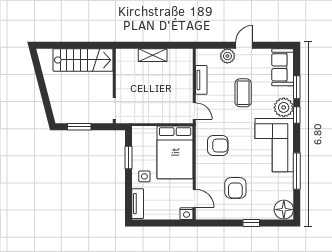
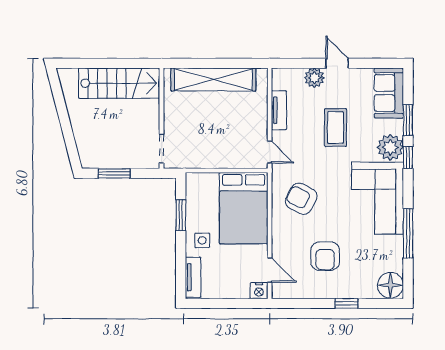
door: (244, 45) -> (337, 63), hinge flipped
shelving: (153, 55) -> (213, 79), width x2.20, depth x1.33
armchair: (218, 146) -> (301, 199), turned -153

